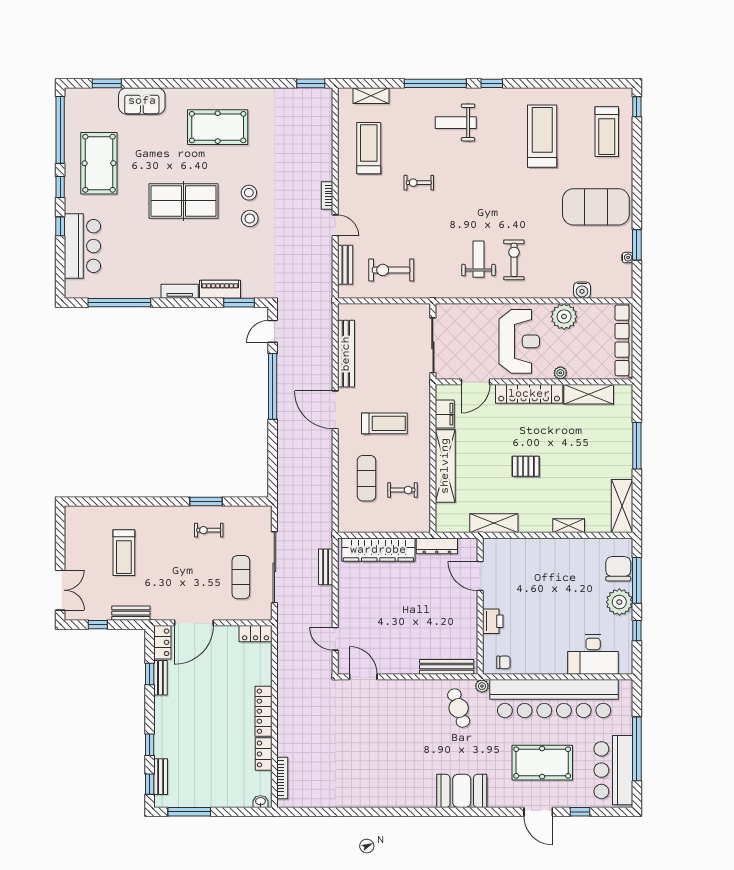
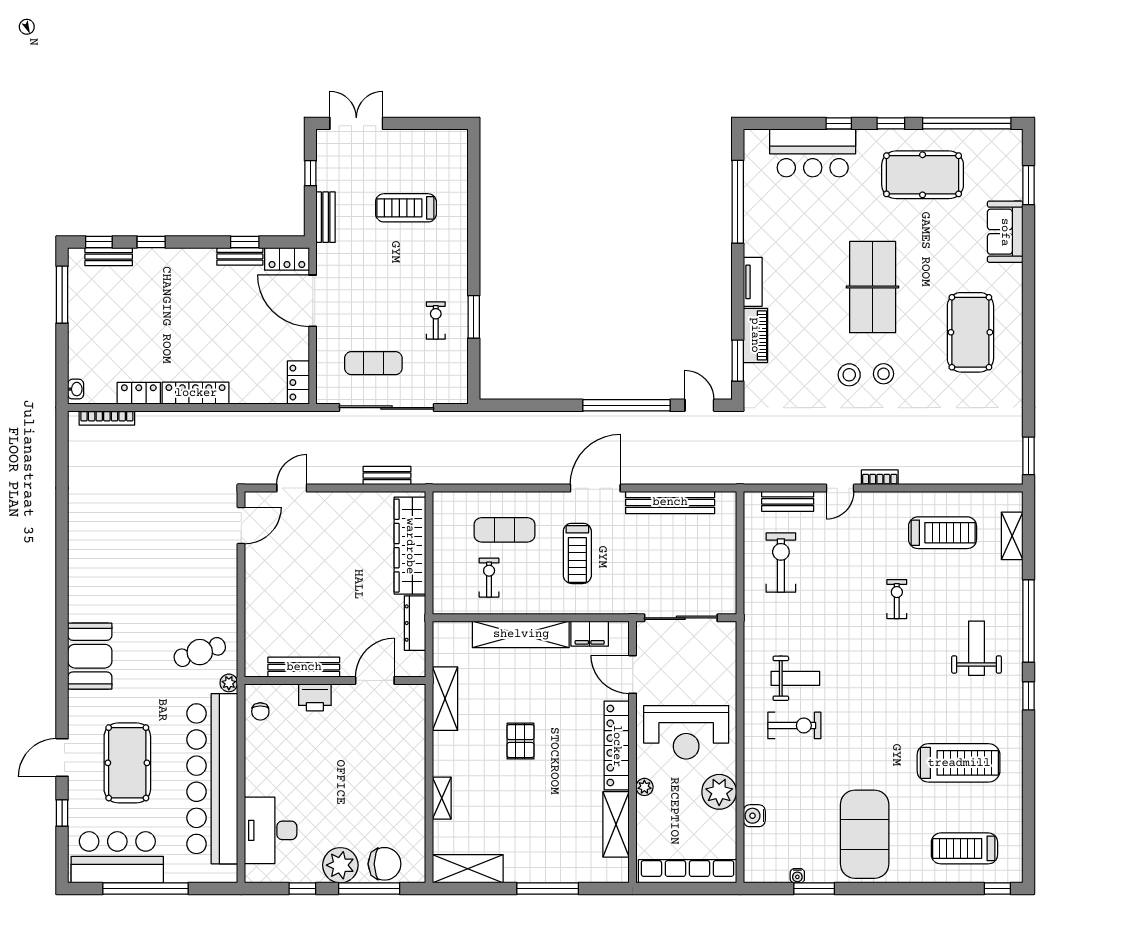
exercise bike: (403, 490) -> (489, 578), turned 180
double door: (60, 590) -> (356, 123), swing flipped
bench: (447, 667) -> (304, 667), moved, turned 90

